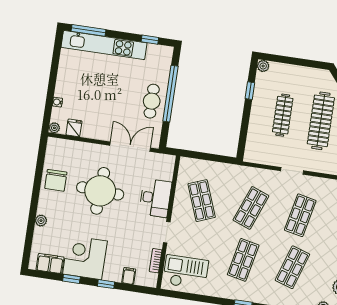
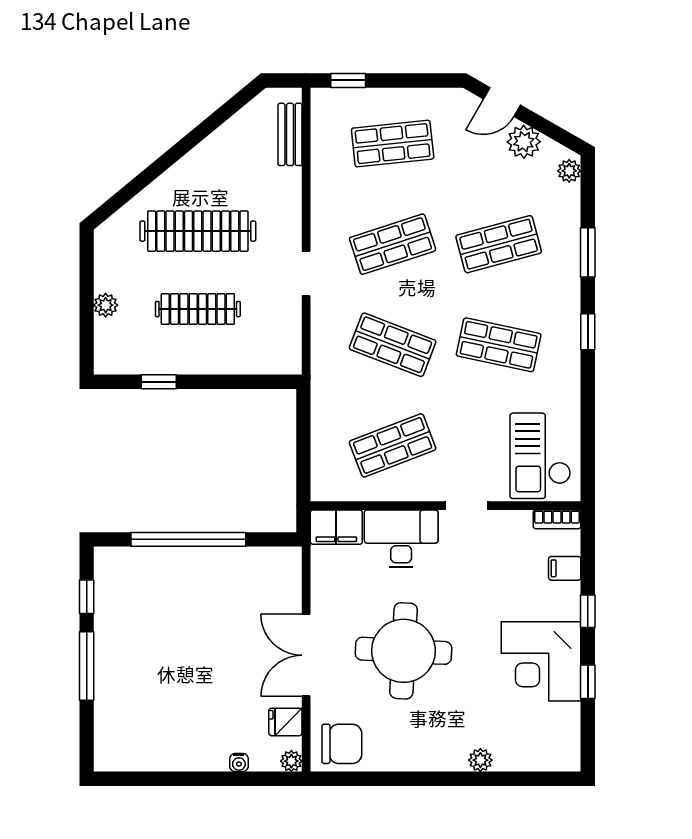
window: (88, 30) -> (87, 666), moved
kitchen unit: (104, 45) -> (111, 687), removed
plant: (263, 66) -> (106, 305), moved
cafe table: (152, 101) -> (209, 575), removed
double door: (130, 147) -> (306, 655), moved
chair: (56, 180) -> (342, 744), moved
shop shelf: (300, 215) -> (393, 244), turned -30
bookcase: (156, 261) -> (557, 519), moved
filing cabinet: (50, 264) -> (336, 527), moved, turned -90
shop shelf: (292, 267) -> (499, 244), turned -33

